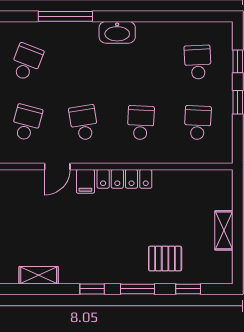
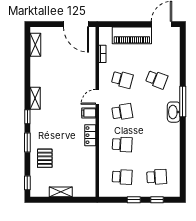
washbasin: (117, 32) -> (174, 112), moved
door: (57, 166) -> (97, 97), hinge flipped
locker: (124, 179) -> (90, 135), width x0.66
shelving: (39, 275) -> (35, 98), moved
window: (188, 289) -> (27, 183), moved

